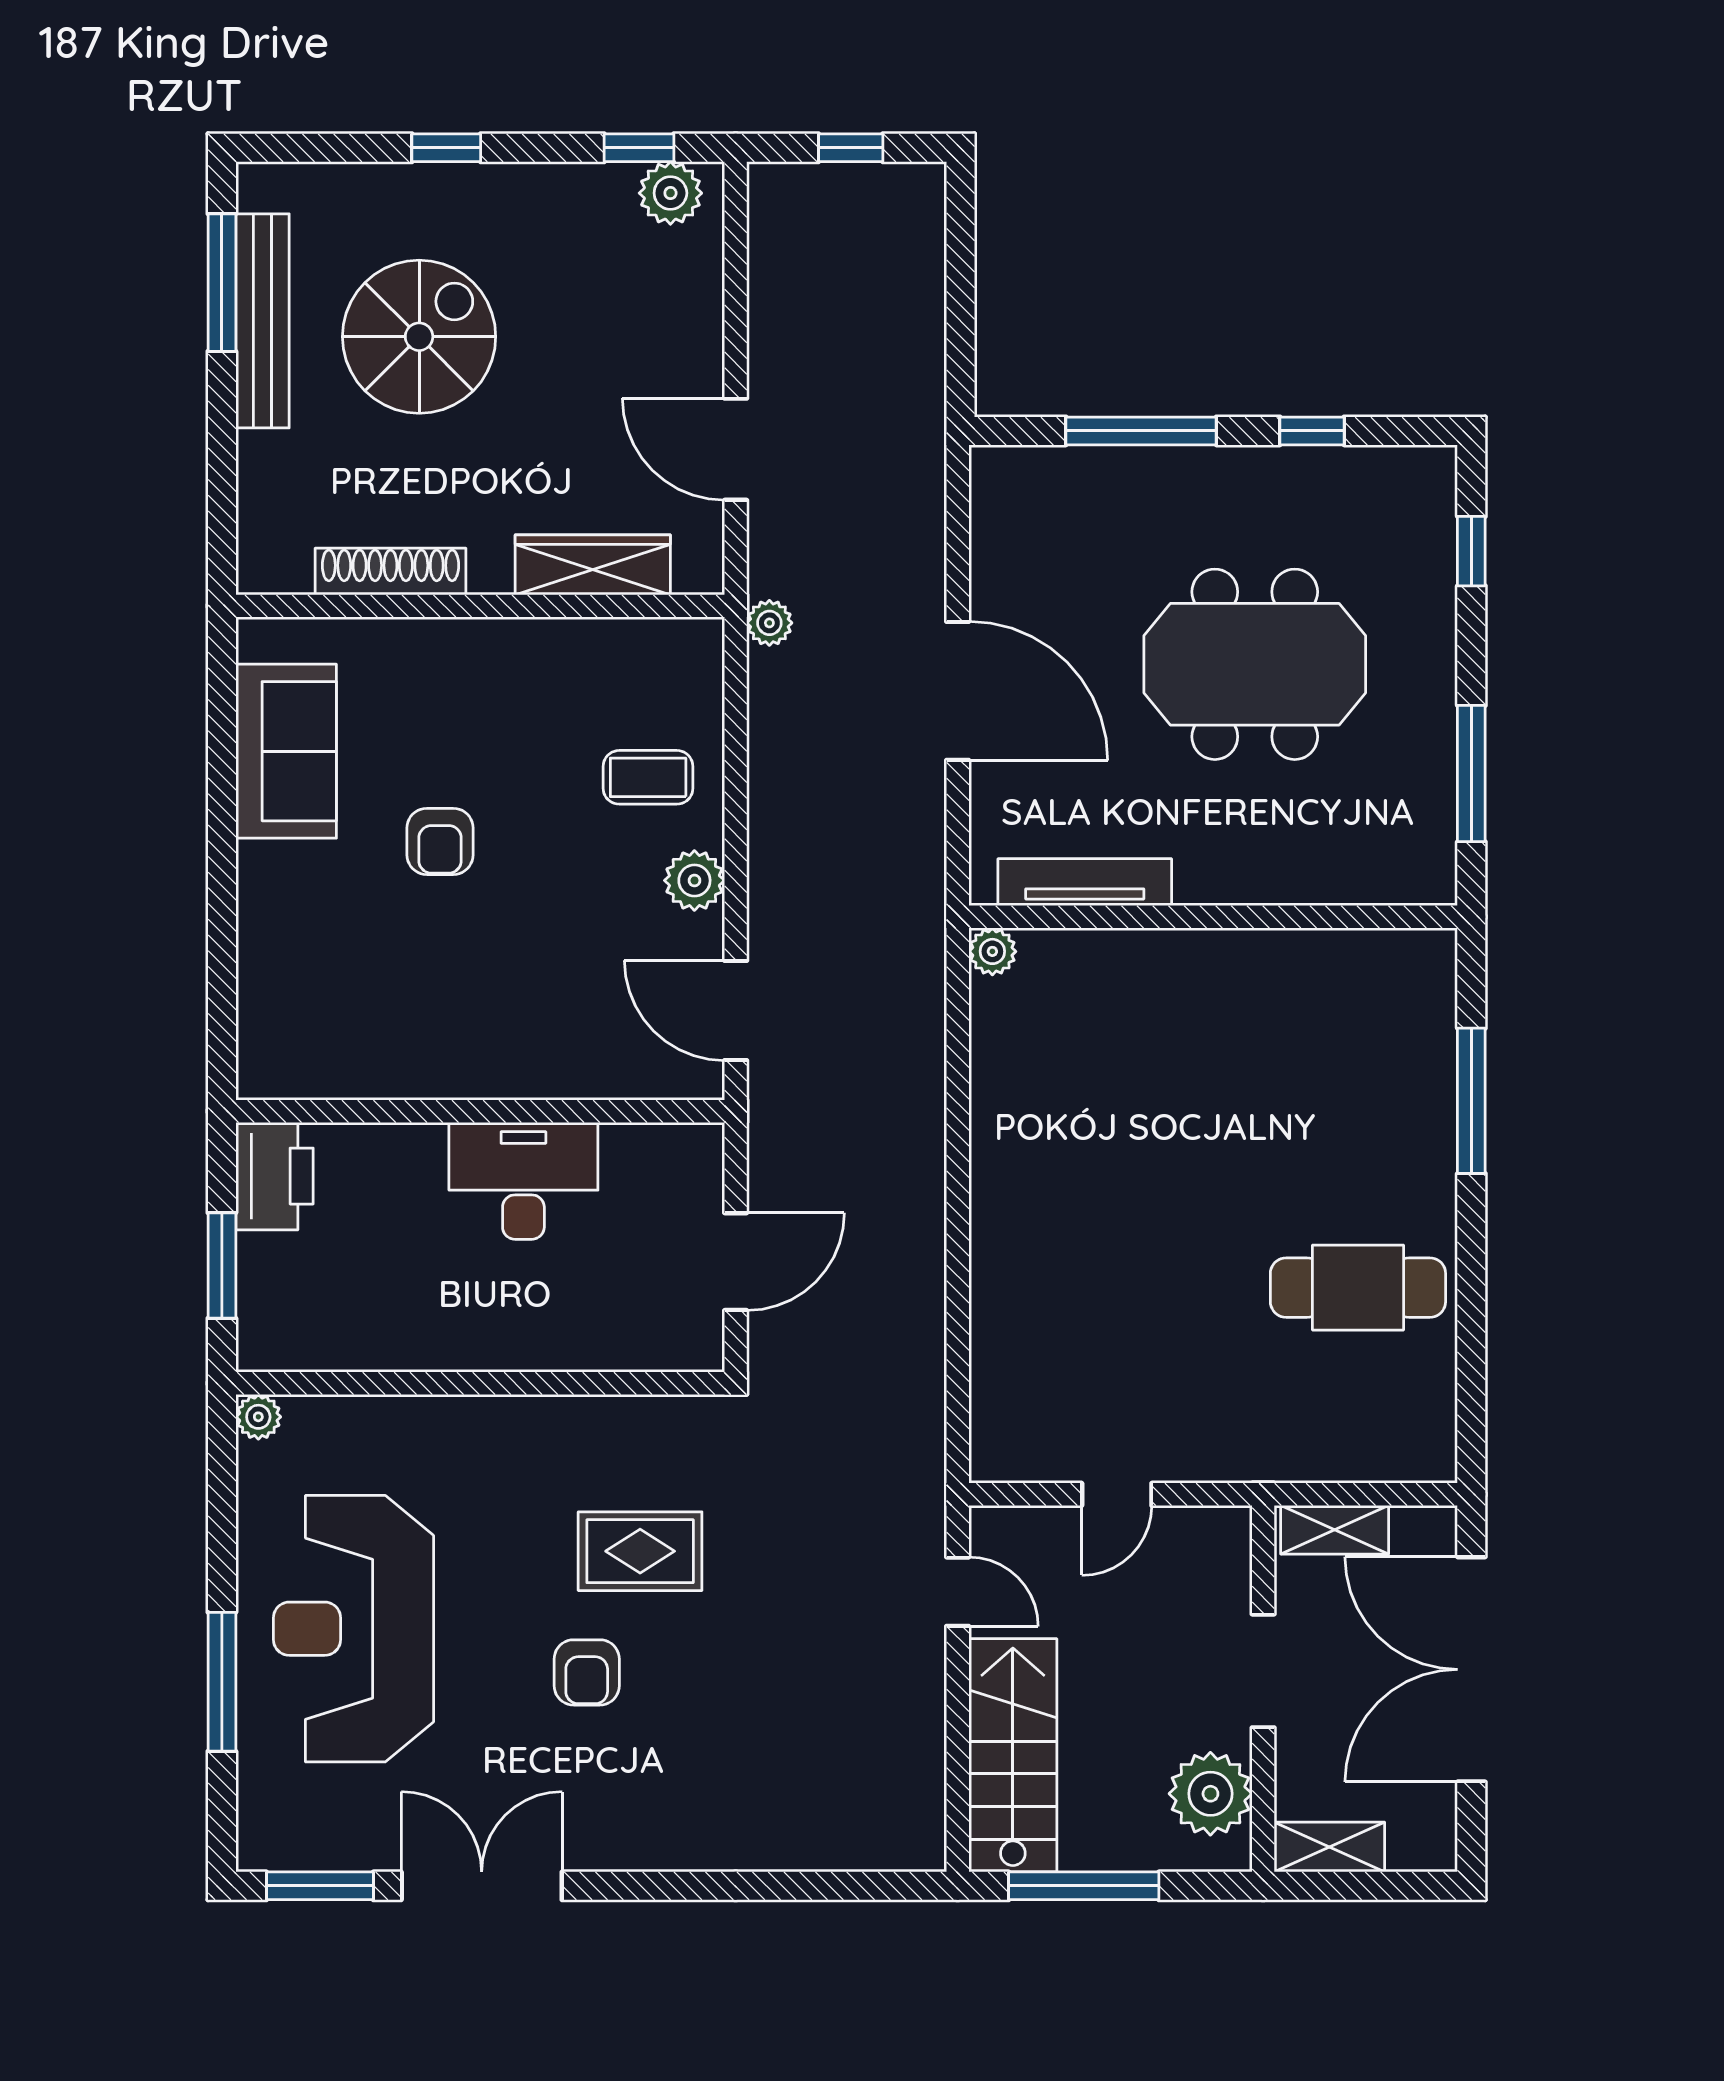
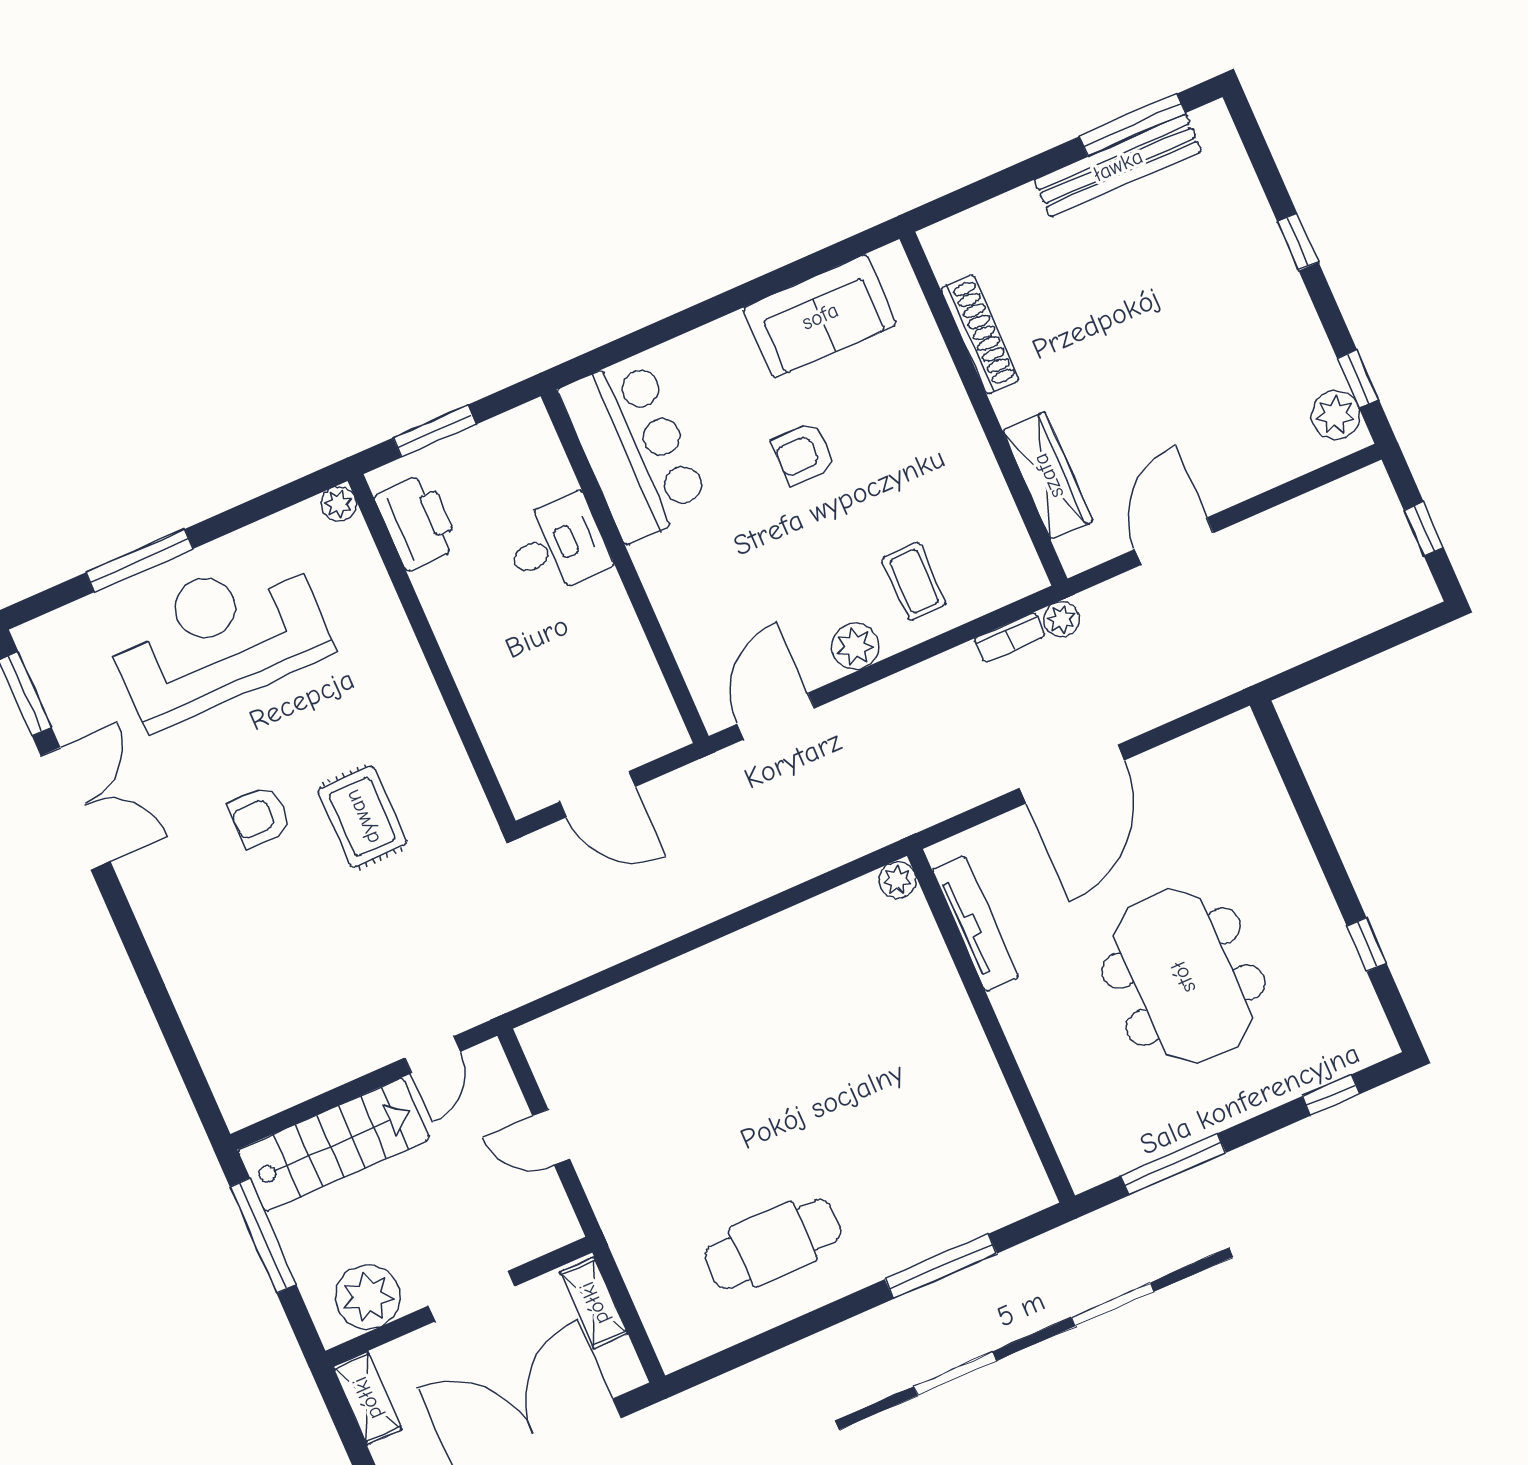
spiral stairs: (419, 337) -> (1155, 282), removed
window: (1141, 431) -> (1313, 823), removed
bookcase: (764, 693) -> (1010, 637), added
bar counter: (346, 1039) -> (635, 449), added
printer: (275, 1176) -> (417, 522), moved, turned -90
desk: (523, 1181) -> (557, 546), moved, width x0.73
cafe table: (1358, 1288) -> (773, 1244), turned 90

